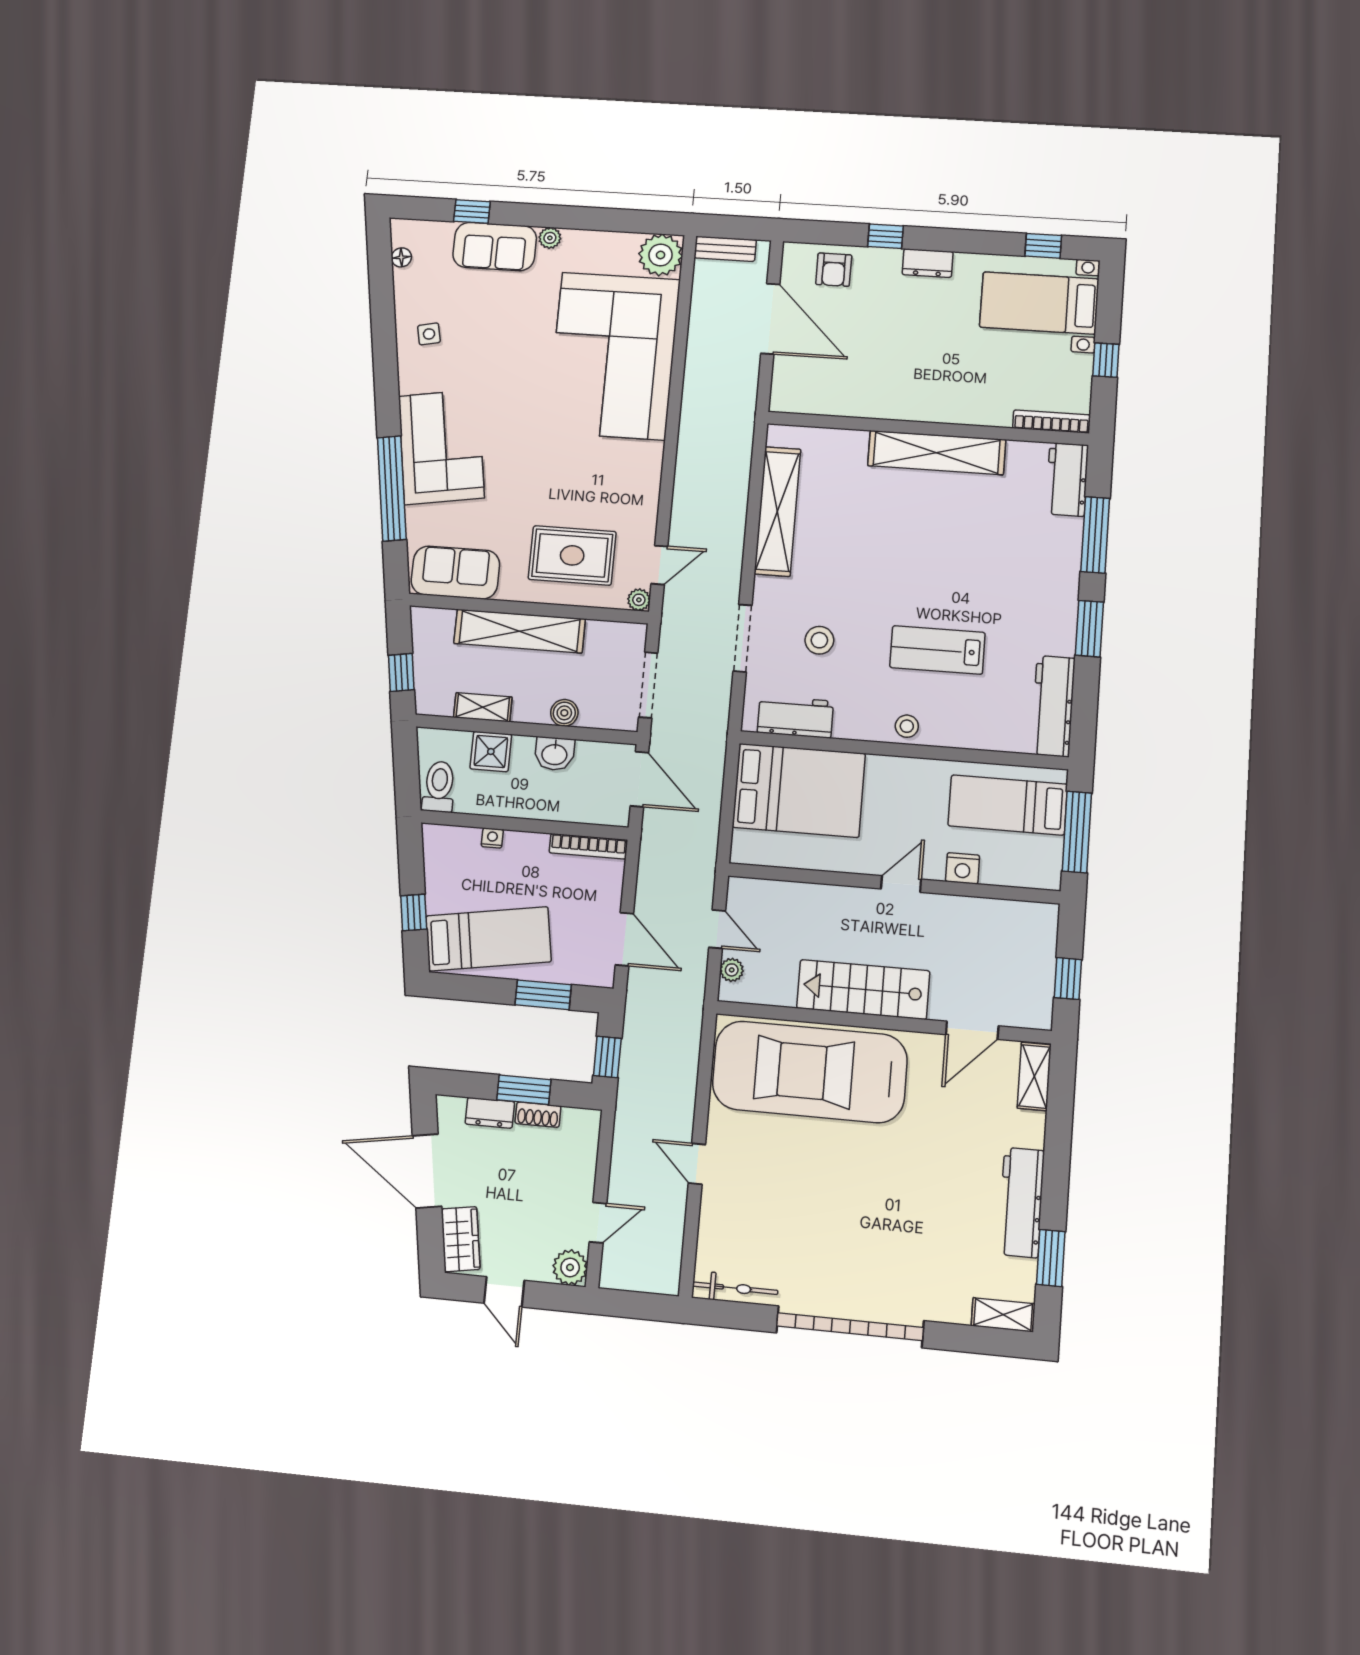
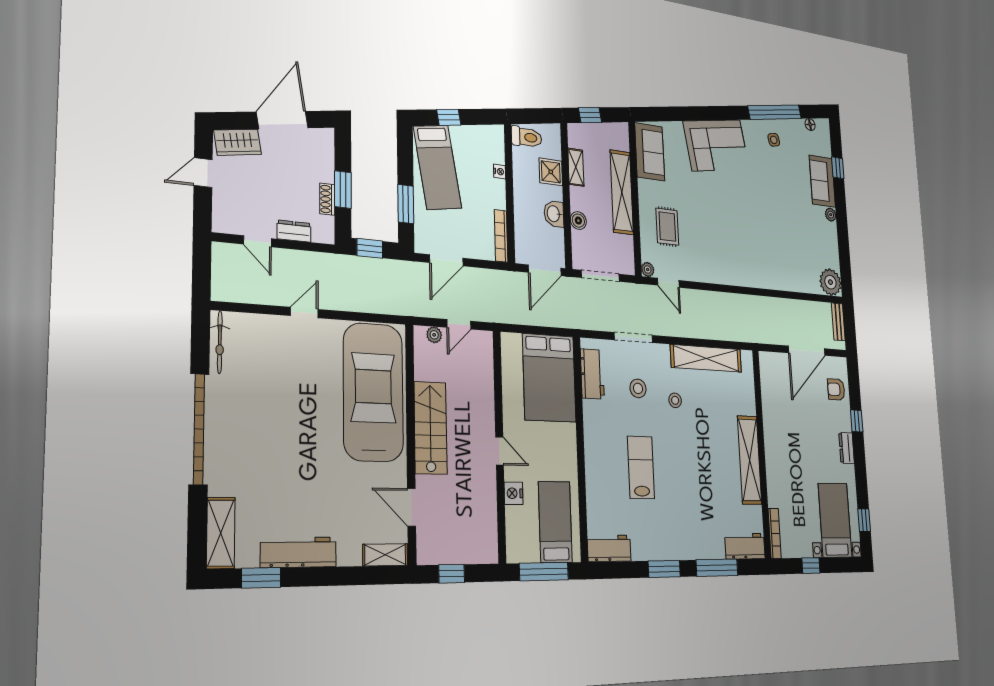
corner sofa: (613, 356) -> (776, 253), removed
window: (392, 488) -> (775, 112), moved
rug: (572, 555) -> (667, 227), width x0.73, depth x0.70
workbench: (1053, 706) -> (609, 548), width x0.73
stool: (907, 726) -> (675, 400), moved
dresser: (490, 1113) -> (294, 231), moved, turned 90
plant: (570, 1267) -> (224, 221), removed
shelving: (1003, 1315) -> (221, 533), width x1.50, depth x1.33

